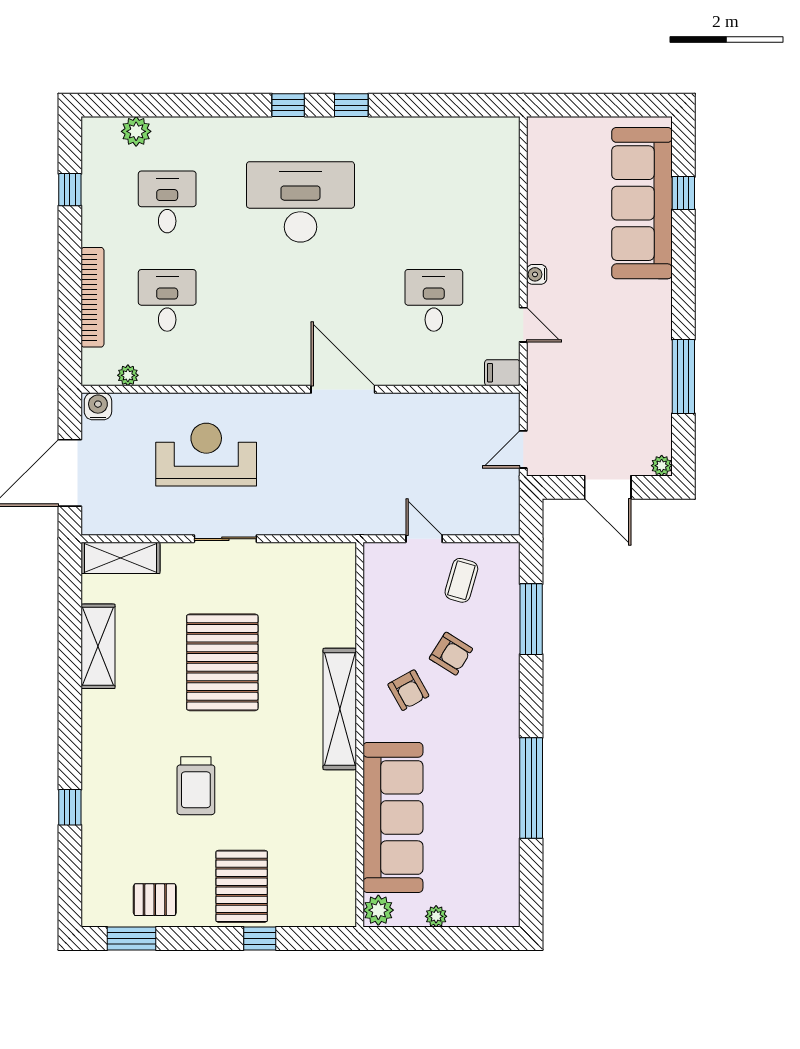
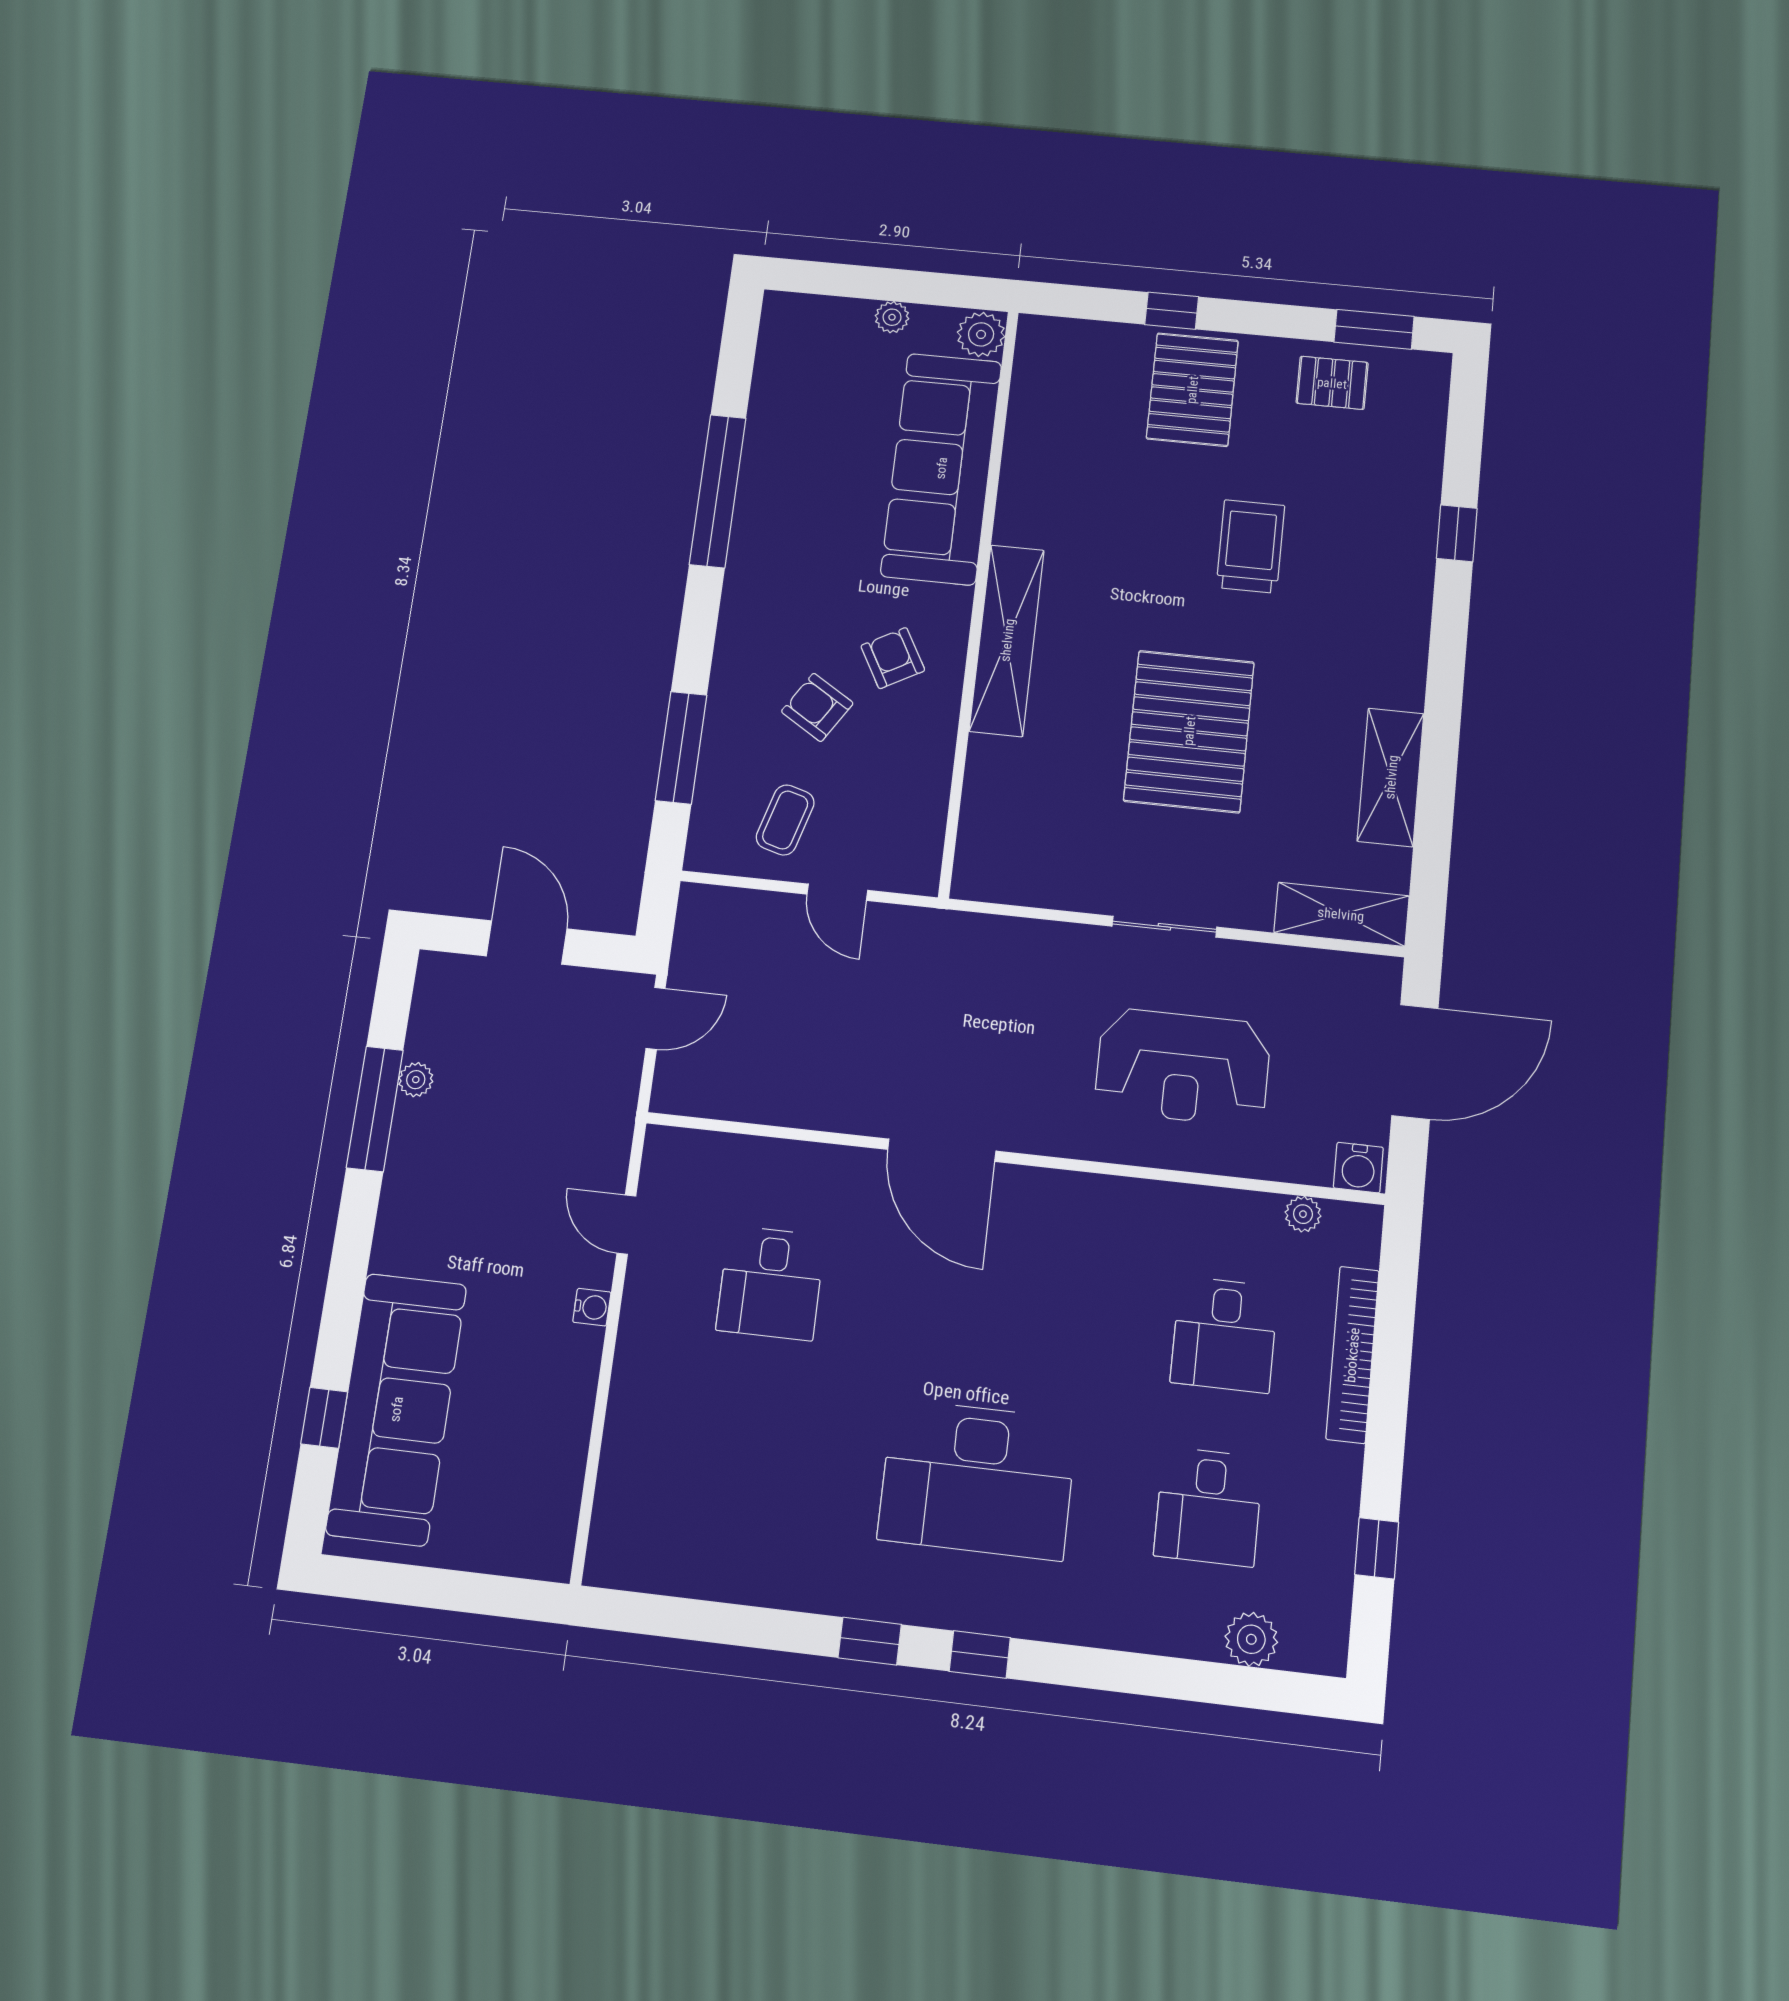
filing cabinet: (502, 373) -> (672, 1148), removed
plant: (662, 466) -> (416, 1080), moved

